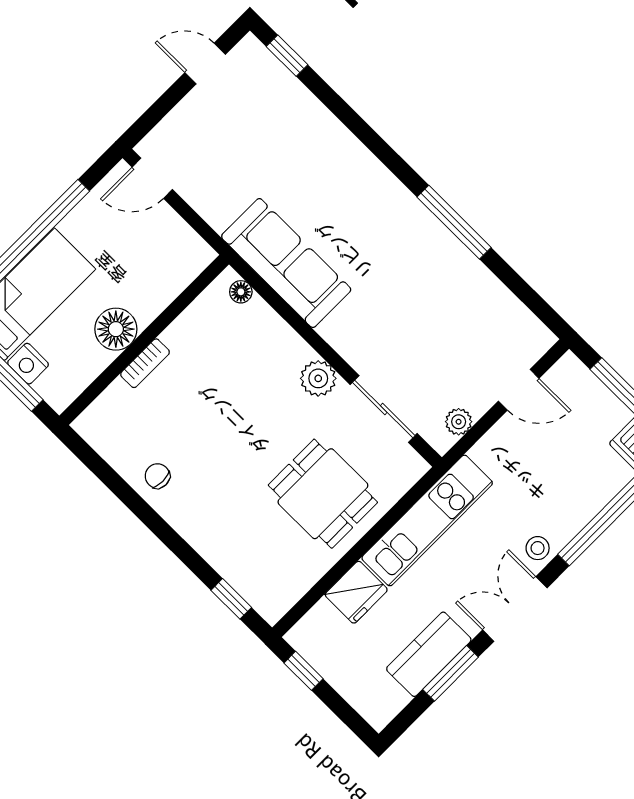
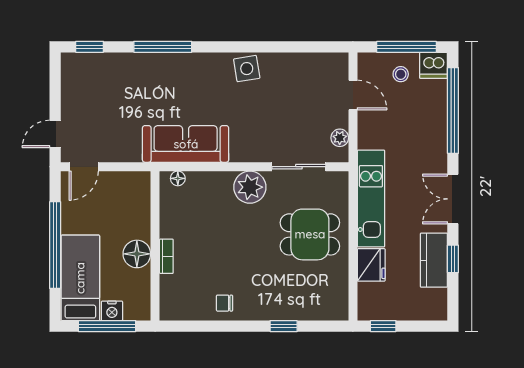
door: (205, 63) -> (55, 134), moved
window: (454, 222) -> (163, 47), moved
side table: (433, 247) -> (247, 69), added
plant: (318, 378) -> (250, 187), width x1.36, depth x1.36
door: (519, 390) -> (353, 95), hinge flipped
stool: (538, 548) -> (401, 74), moved
window: (231, 599) -> (284, 326), moved
window: (451, 673) -> (453, 259), width x0.67

